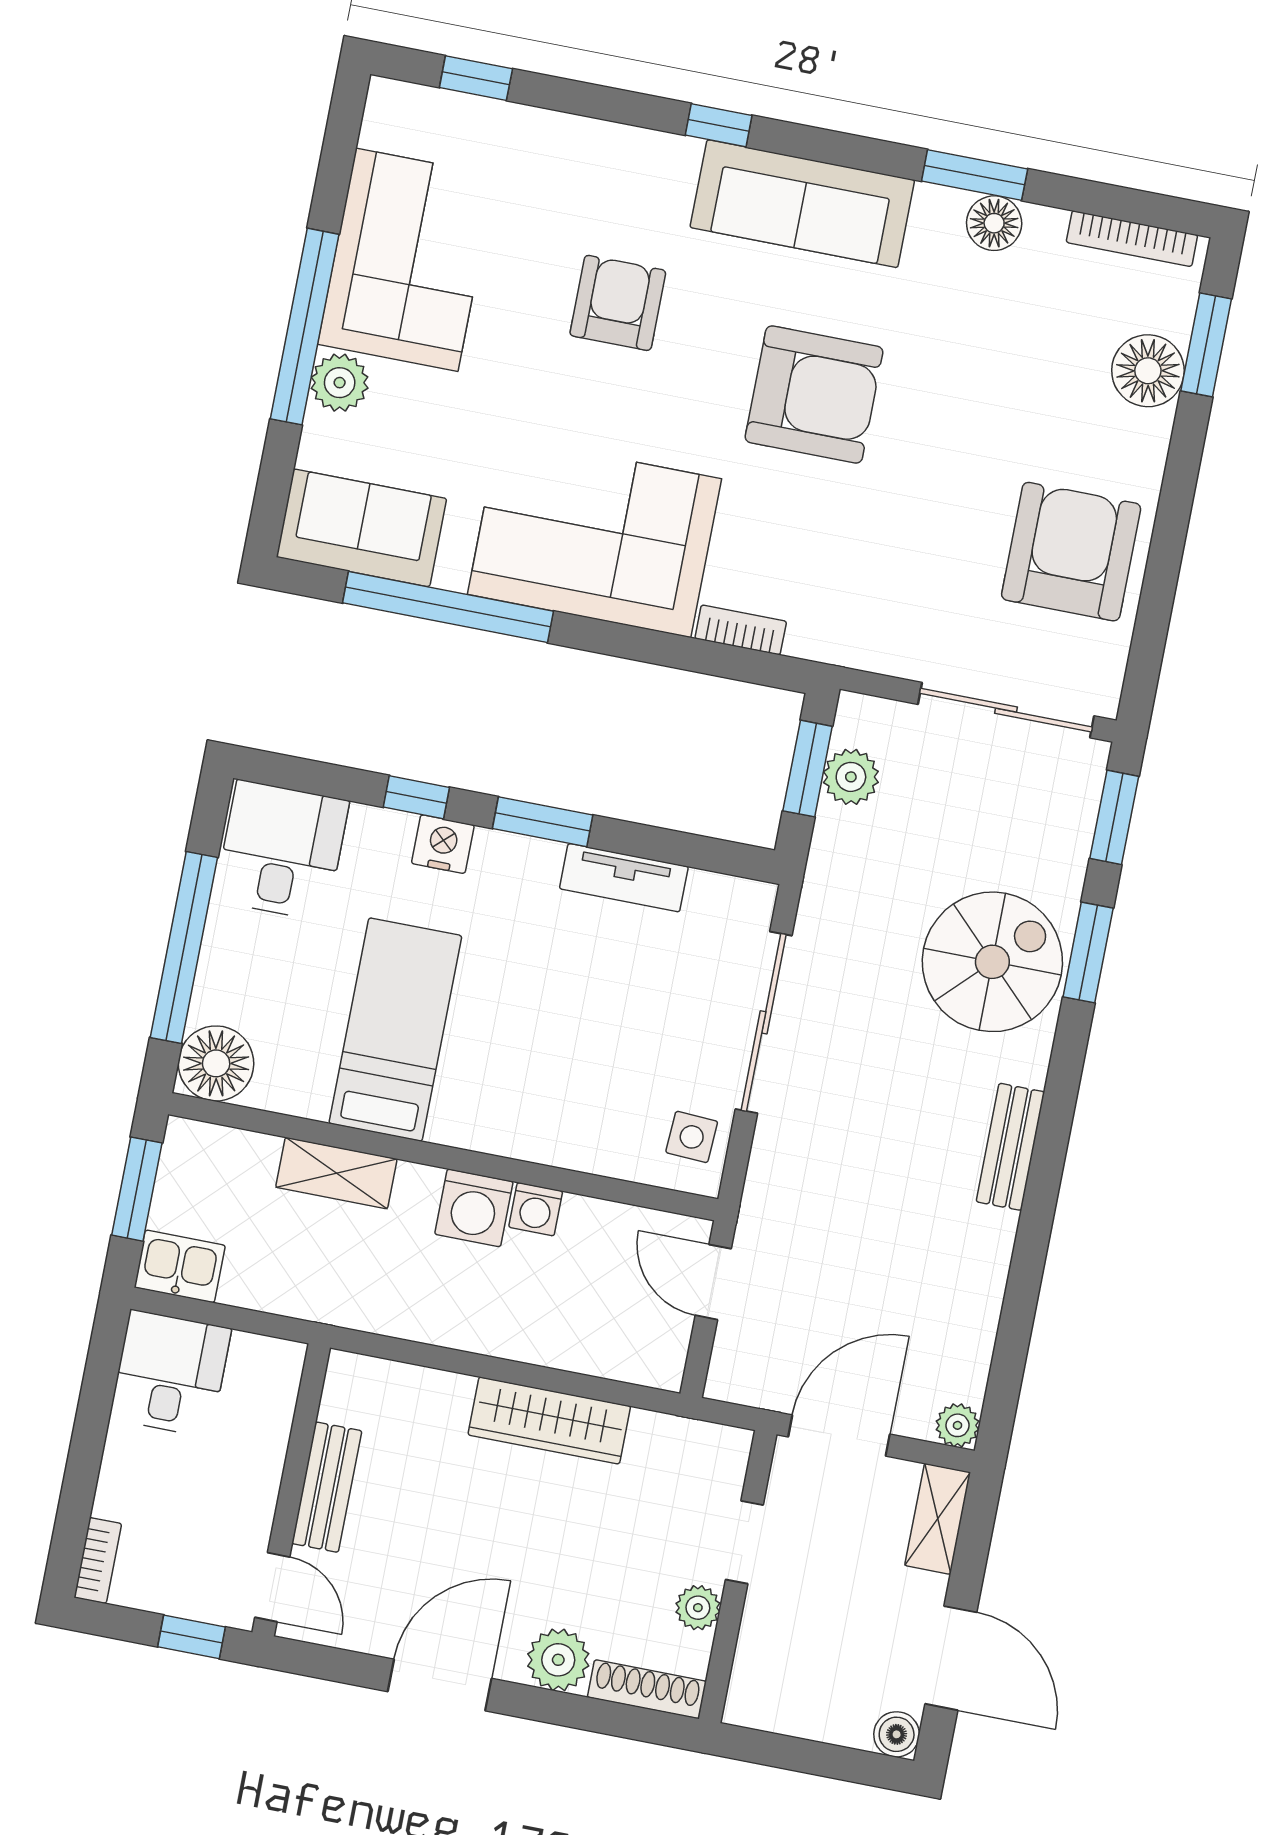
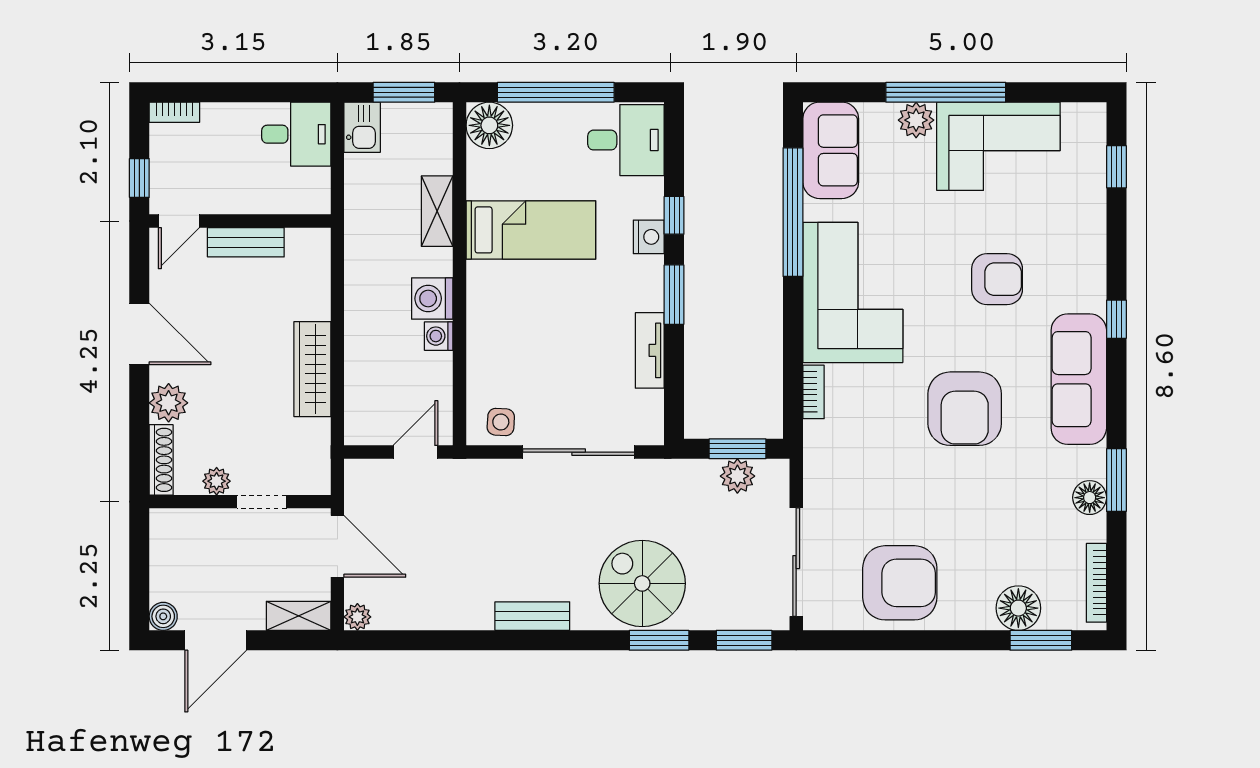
spiral stairs: (992, 962) -> (642, 583), turned 180

